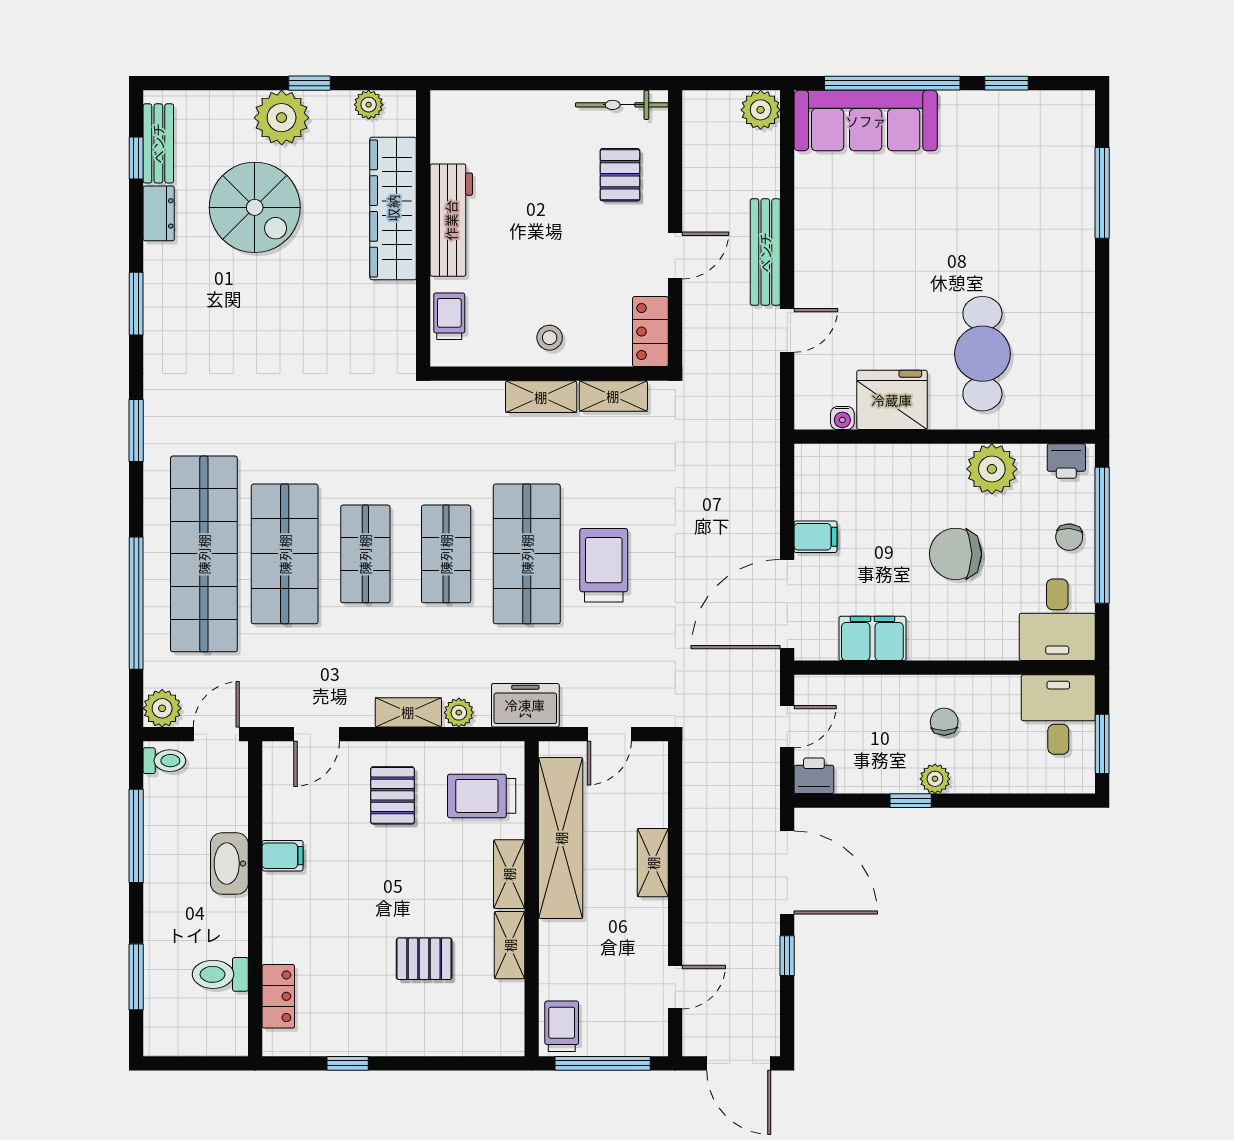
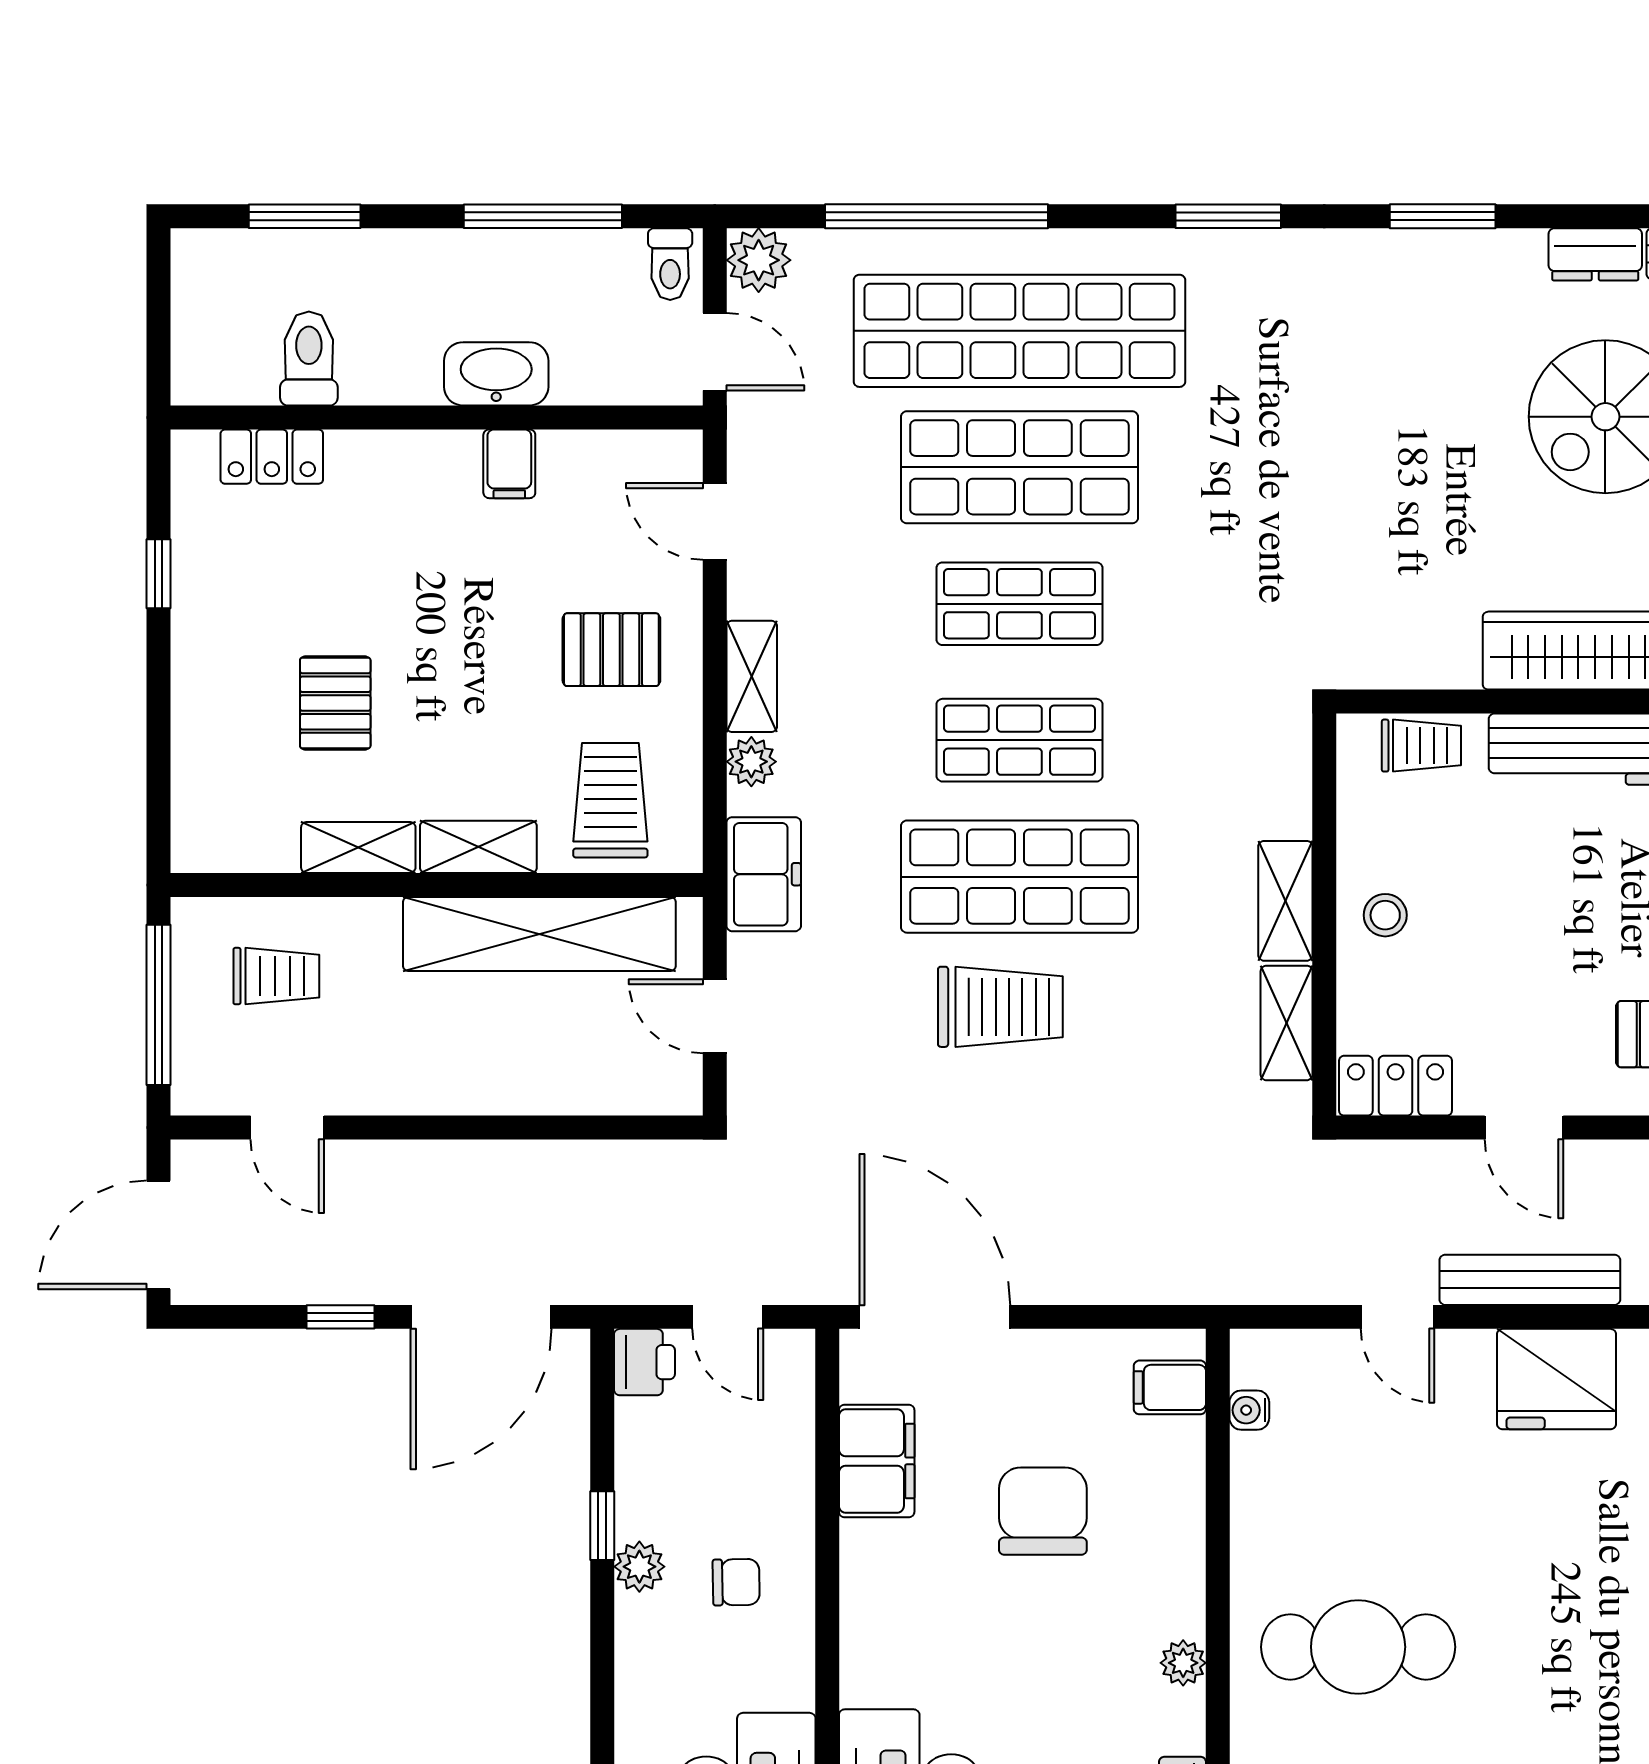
fridge: (892, 400) -> (1557, 1379), moved, turned 90
plant: (992, 469) -> (1183, 1663), width x0.53, depth x0.53
filing cabinet: (816, 537) -> (1170, 1387), moved, turned 90
chair: (956, 554) -> (1043, 1511), moved
shelving: (653, 863) -> (498, 1090), removed
trolley: (562, 1026) -> (276, 976), moved

